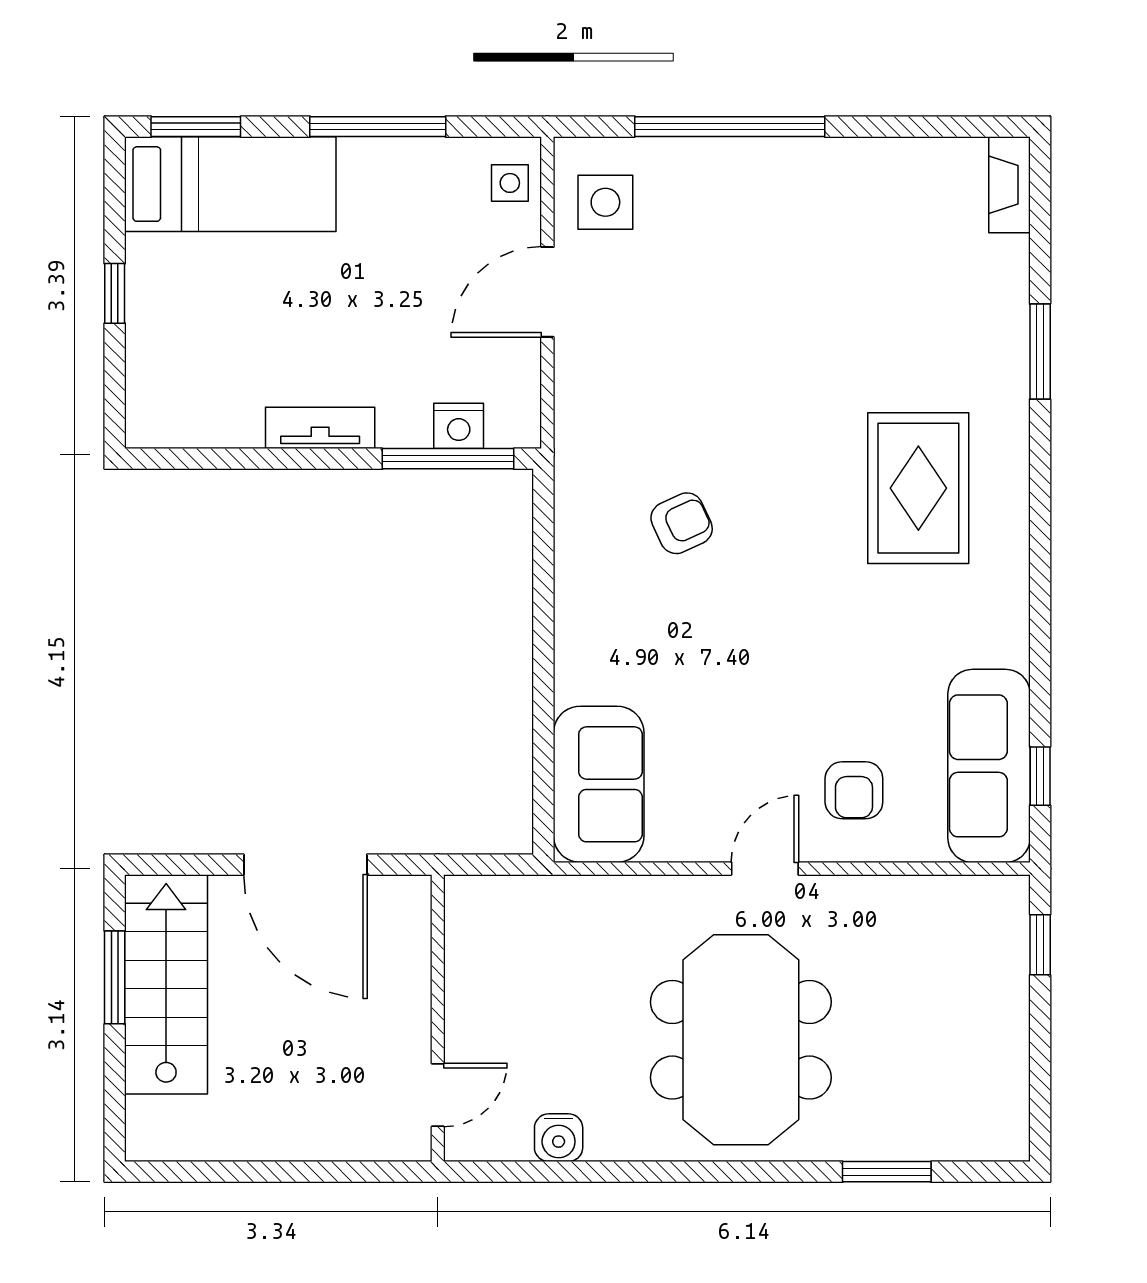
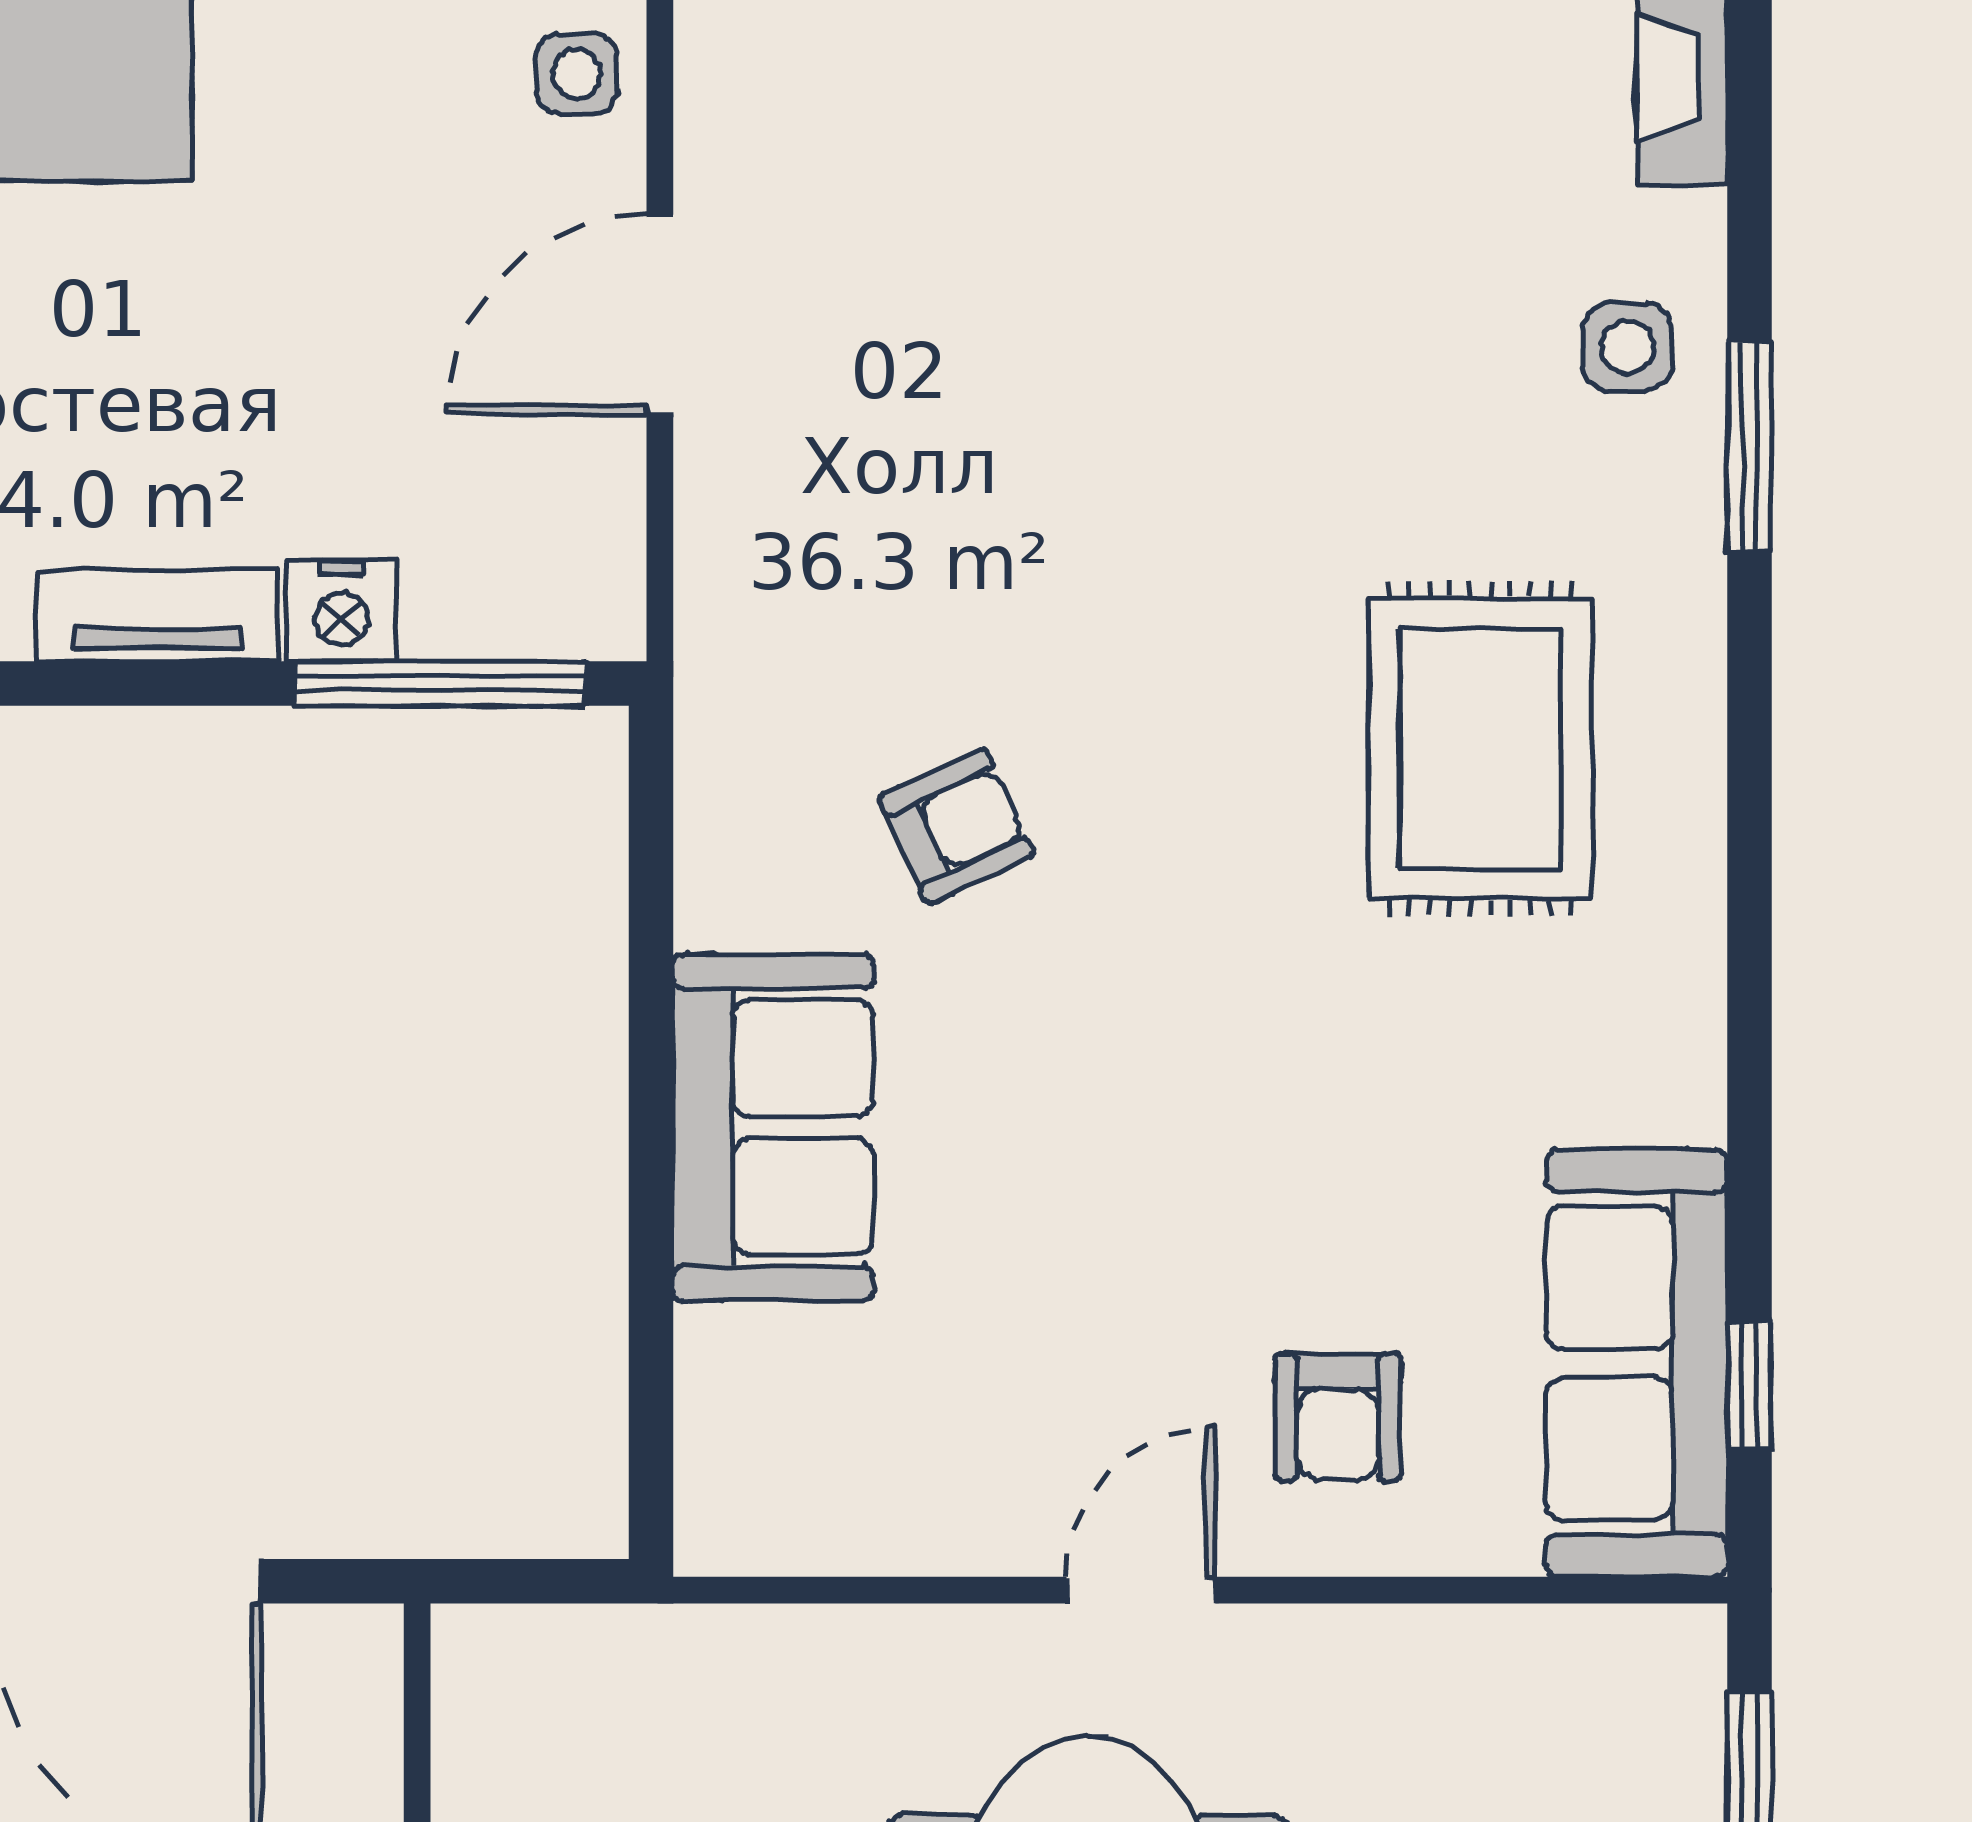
side table: (605, 202) -> (1627, 347), moved, width x0.73, depth x0.73
nightstand: (459, 426) -> (341, 611), moved
sofa: (599, 784) -> (773, 1127), moved

